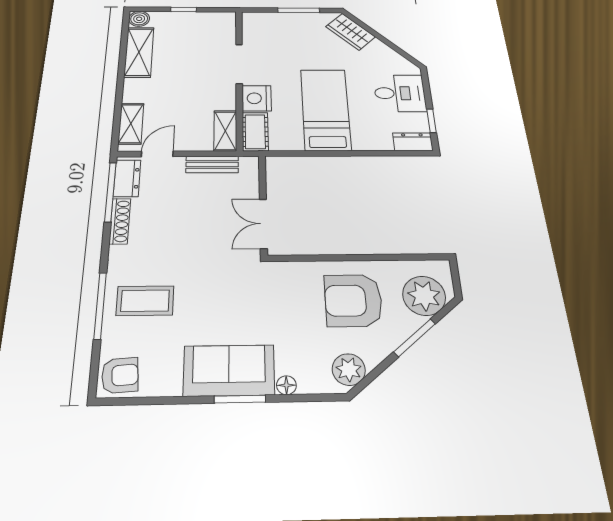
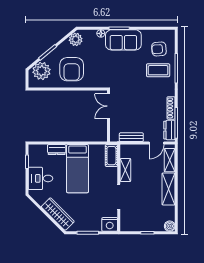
wardrobe: (351, 32) -> (58, 214), width x1.50
shelving: (139, 52) -> (168, 189), moved
nightstand: (257, 98) -> (110, 224), moved, turned 90
shelving: (225, 131) -> (125, 170), moved
dresser: (413, 142) -> (57, 150), moved
double door: (263, 224) -> (108, 106), swing flipped
armchair: (353, 300) -> (72, 69), turned 90
armchair: (120, 375) -> (159, 49), moved

